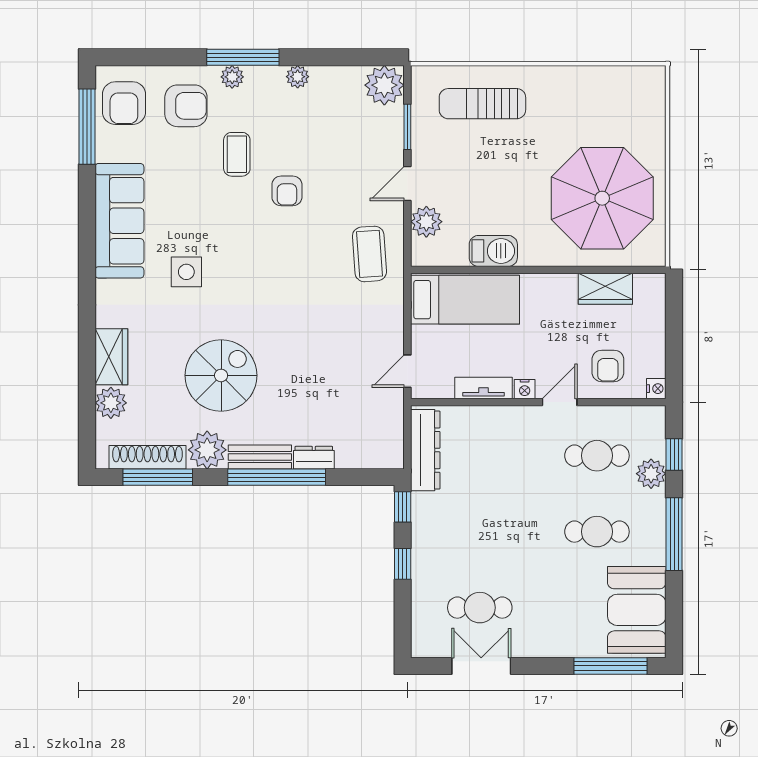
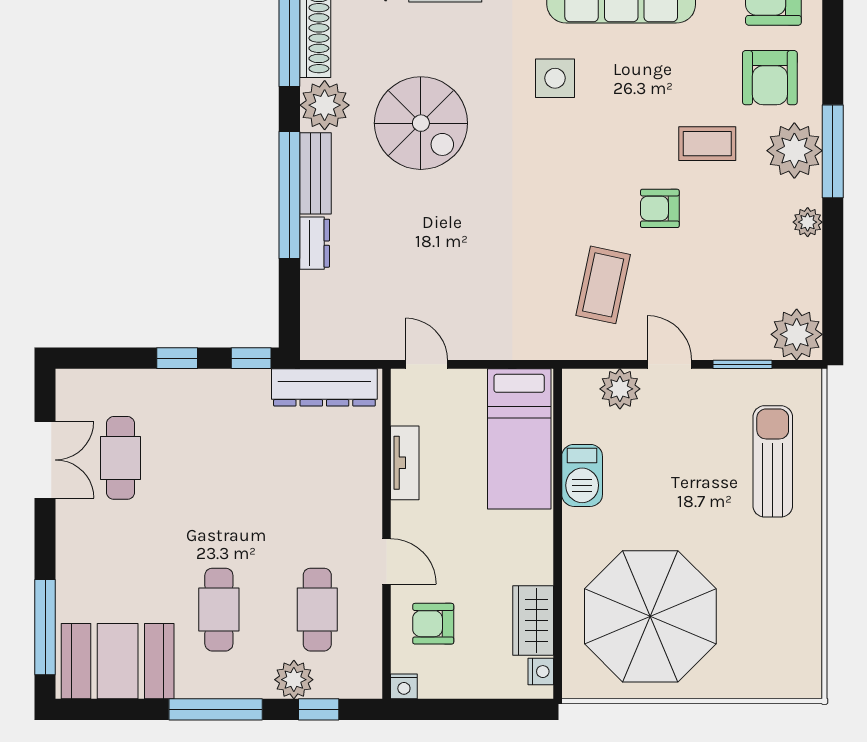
plant: (232, 77) -> (794, 151), width x1.87, depth x1.87
coffee table: (369, 254) -> (603, 285), moved, turned -74
nightstand: (525, 389) -> (541, 672), moved, turned 180

